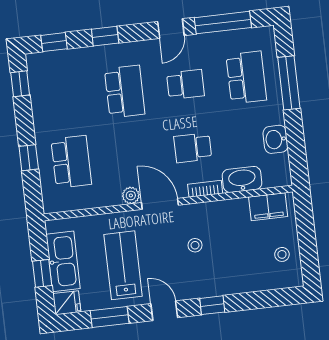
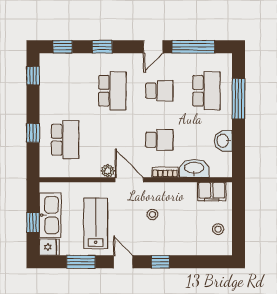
school desk: (193, 148) -> (159, 140), turned 180

